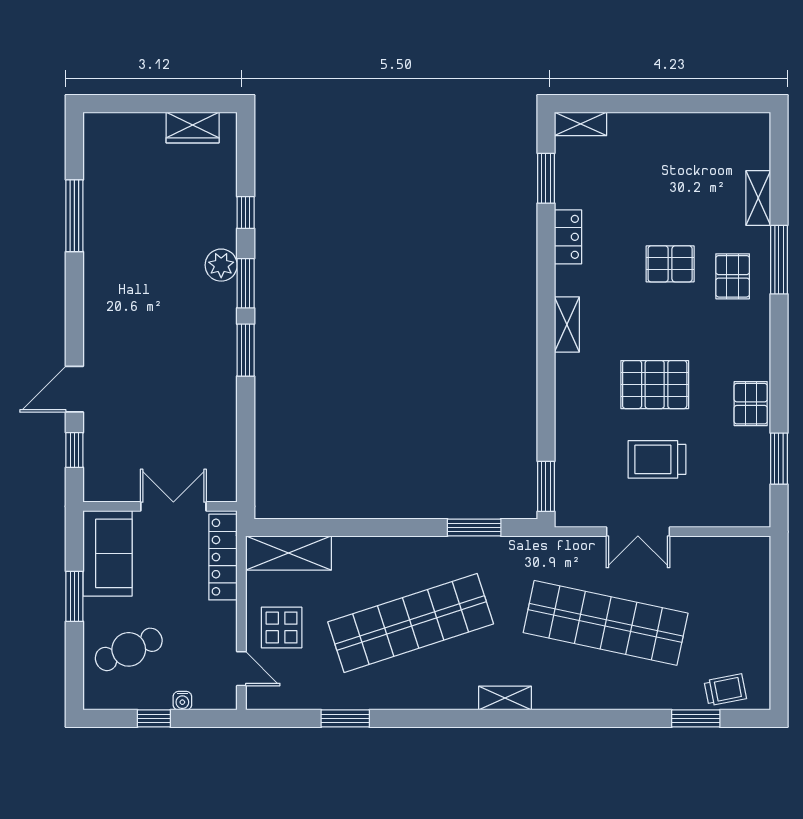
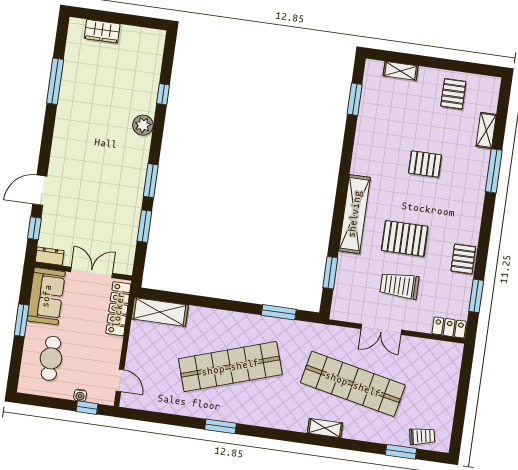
shelving: (581, 124) -> (401, 71), moved
wardrobe: (193, 127) -> (102, 31), moved
locker: (568, 237) -> (449, 327), moved, turned -90
pallet: (733, 276) -> (453, 94), moved
window: (246, 283) -> (144, 226), moved
shelving: (567, 324) -> (354, 214), width x2.20, depth x1.33
window: (546, 486) -> (330, 273), moved
dresser: (104, 490) -> (50, 256), added
display table: (282, 627) -> (149, 358), removed
cafe table: (129, 649) -> (51, 358), turned -67
shelving: (505, 698) -> (325, 428), moved
window: (154, 718) -> (87, 408), moved
window: (345, 718) -> (221, 426), moved

